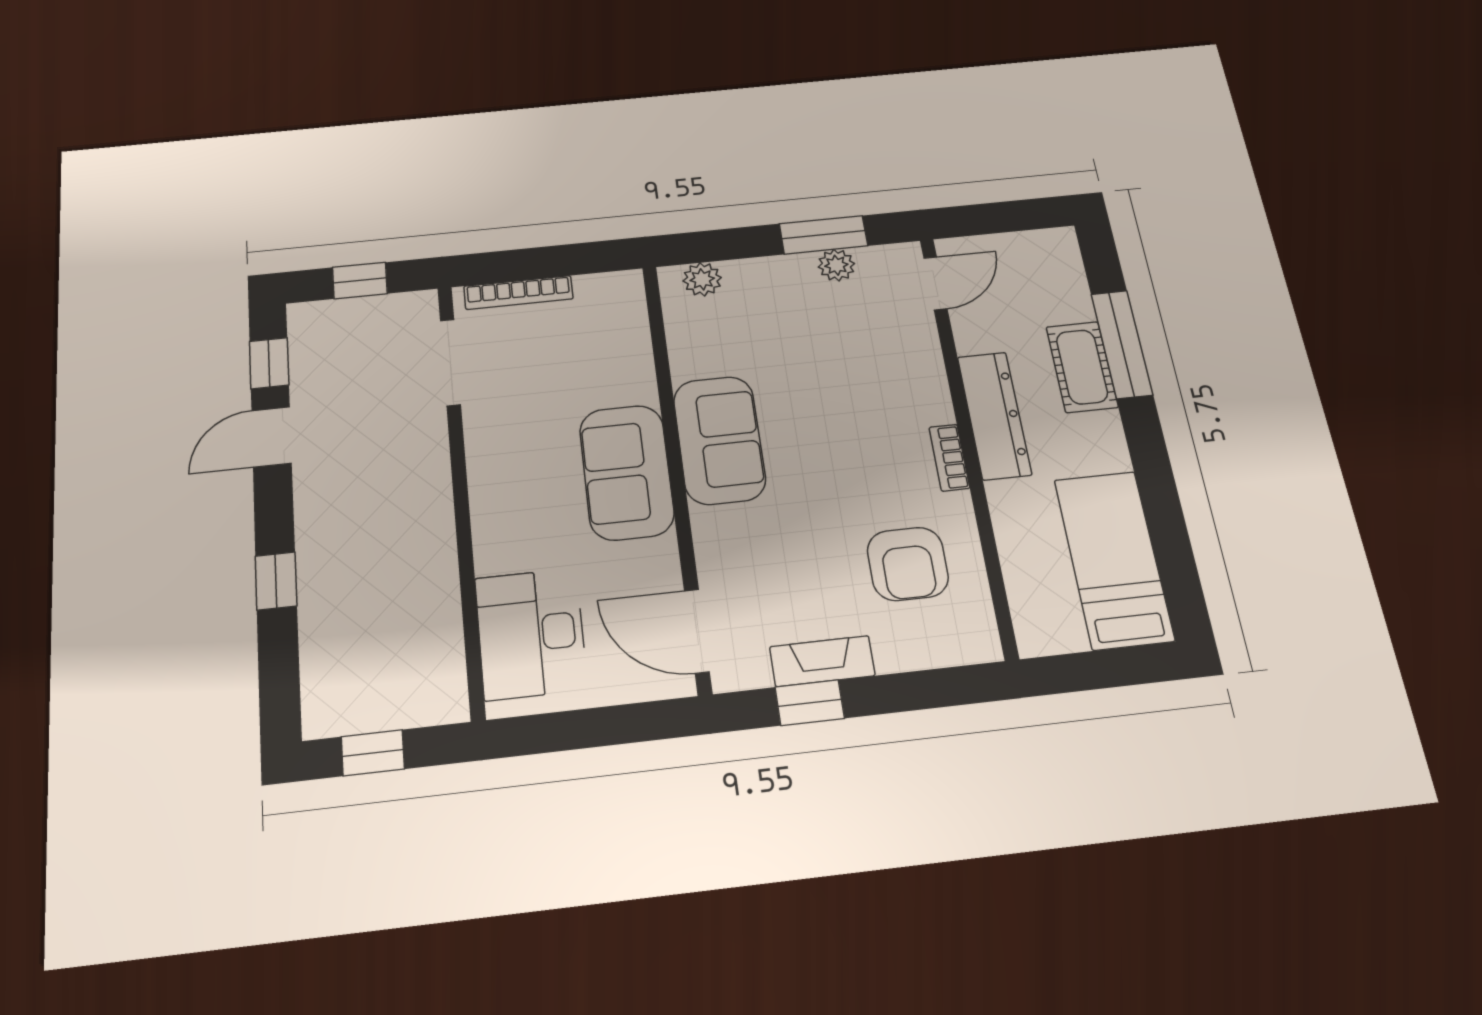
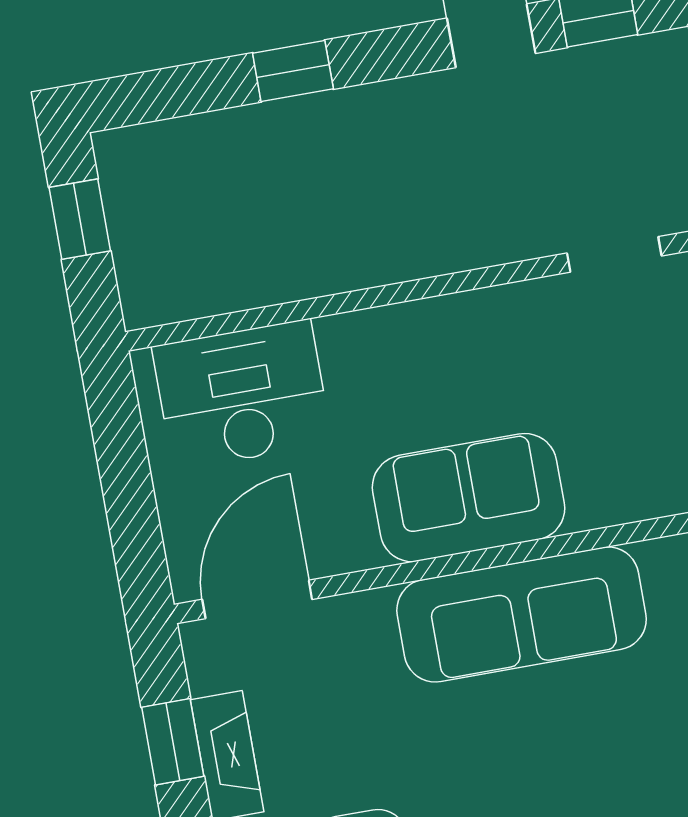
doorway: (450, 362) -> (614, 254), width x0.73
sofa: (719, 440) -> (522, 615), width x1.36

